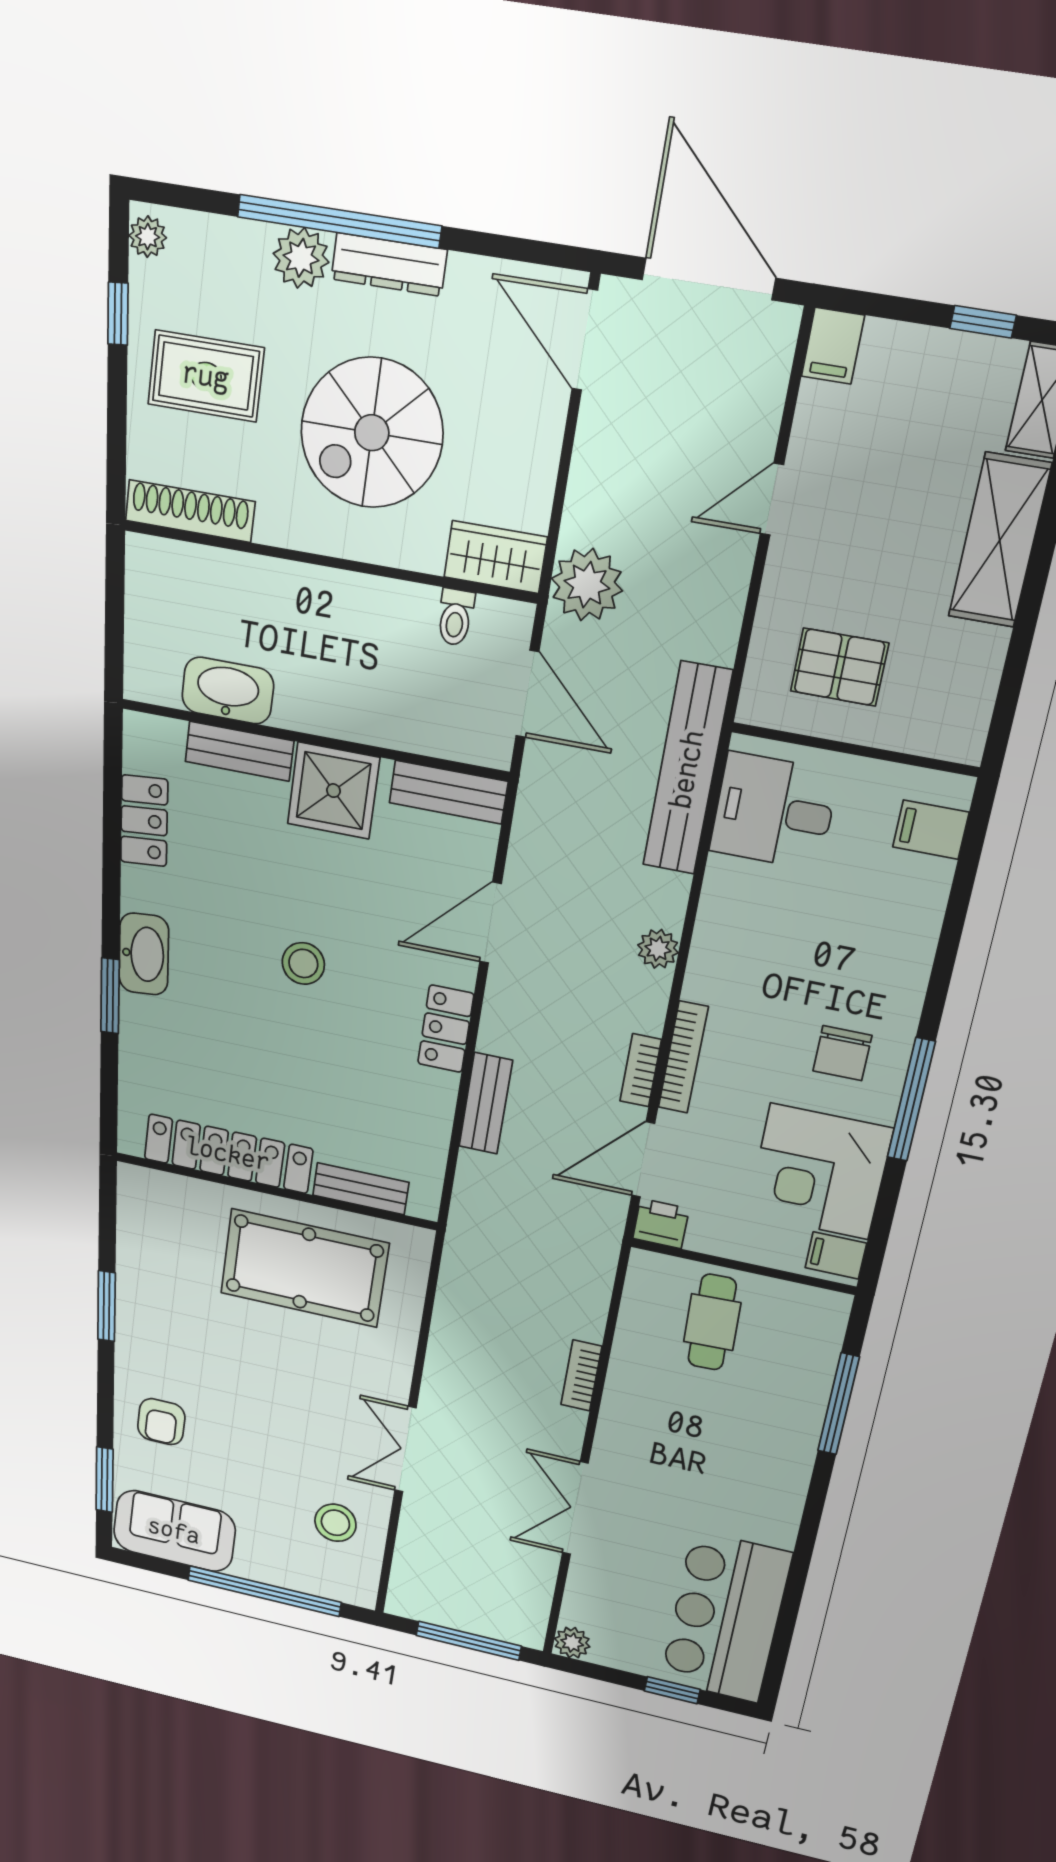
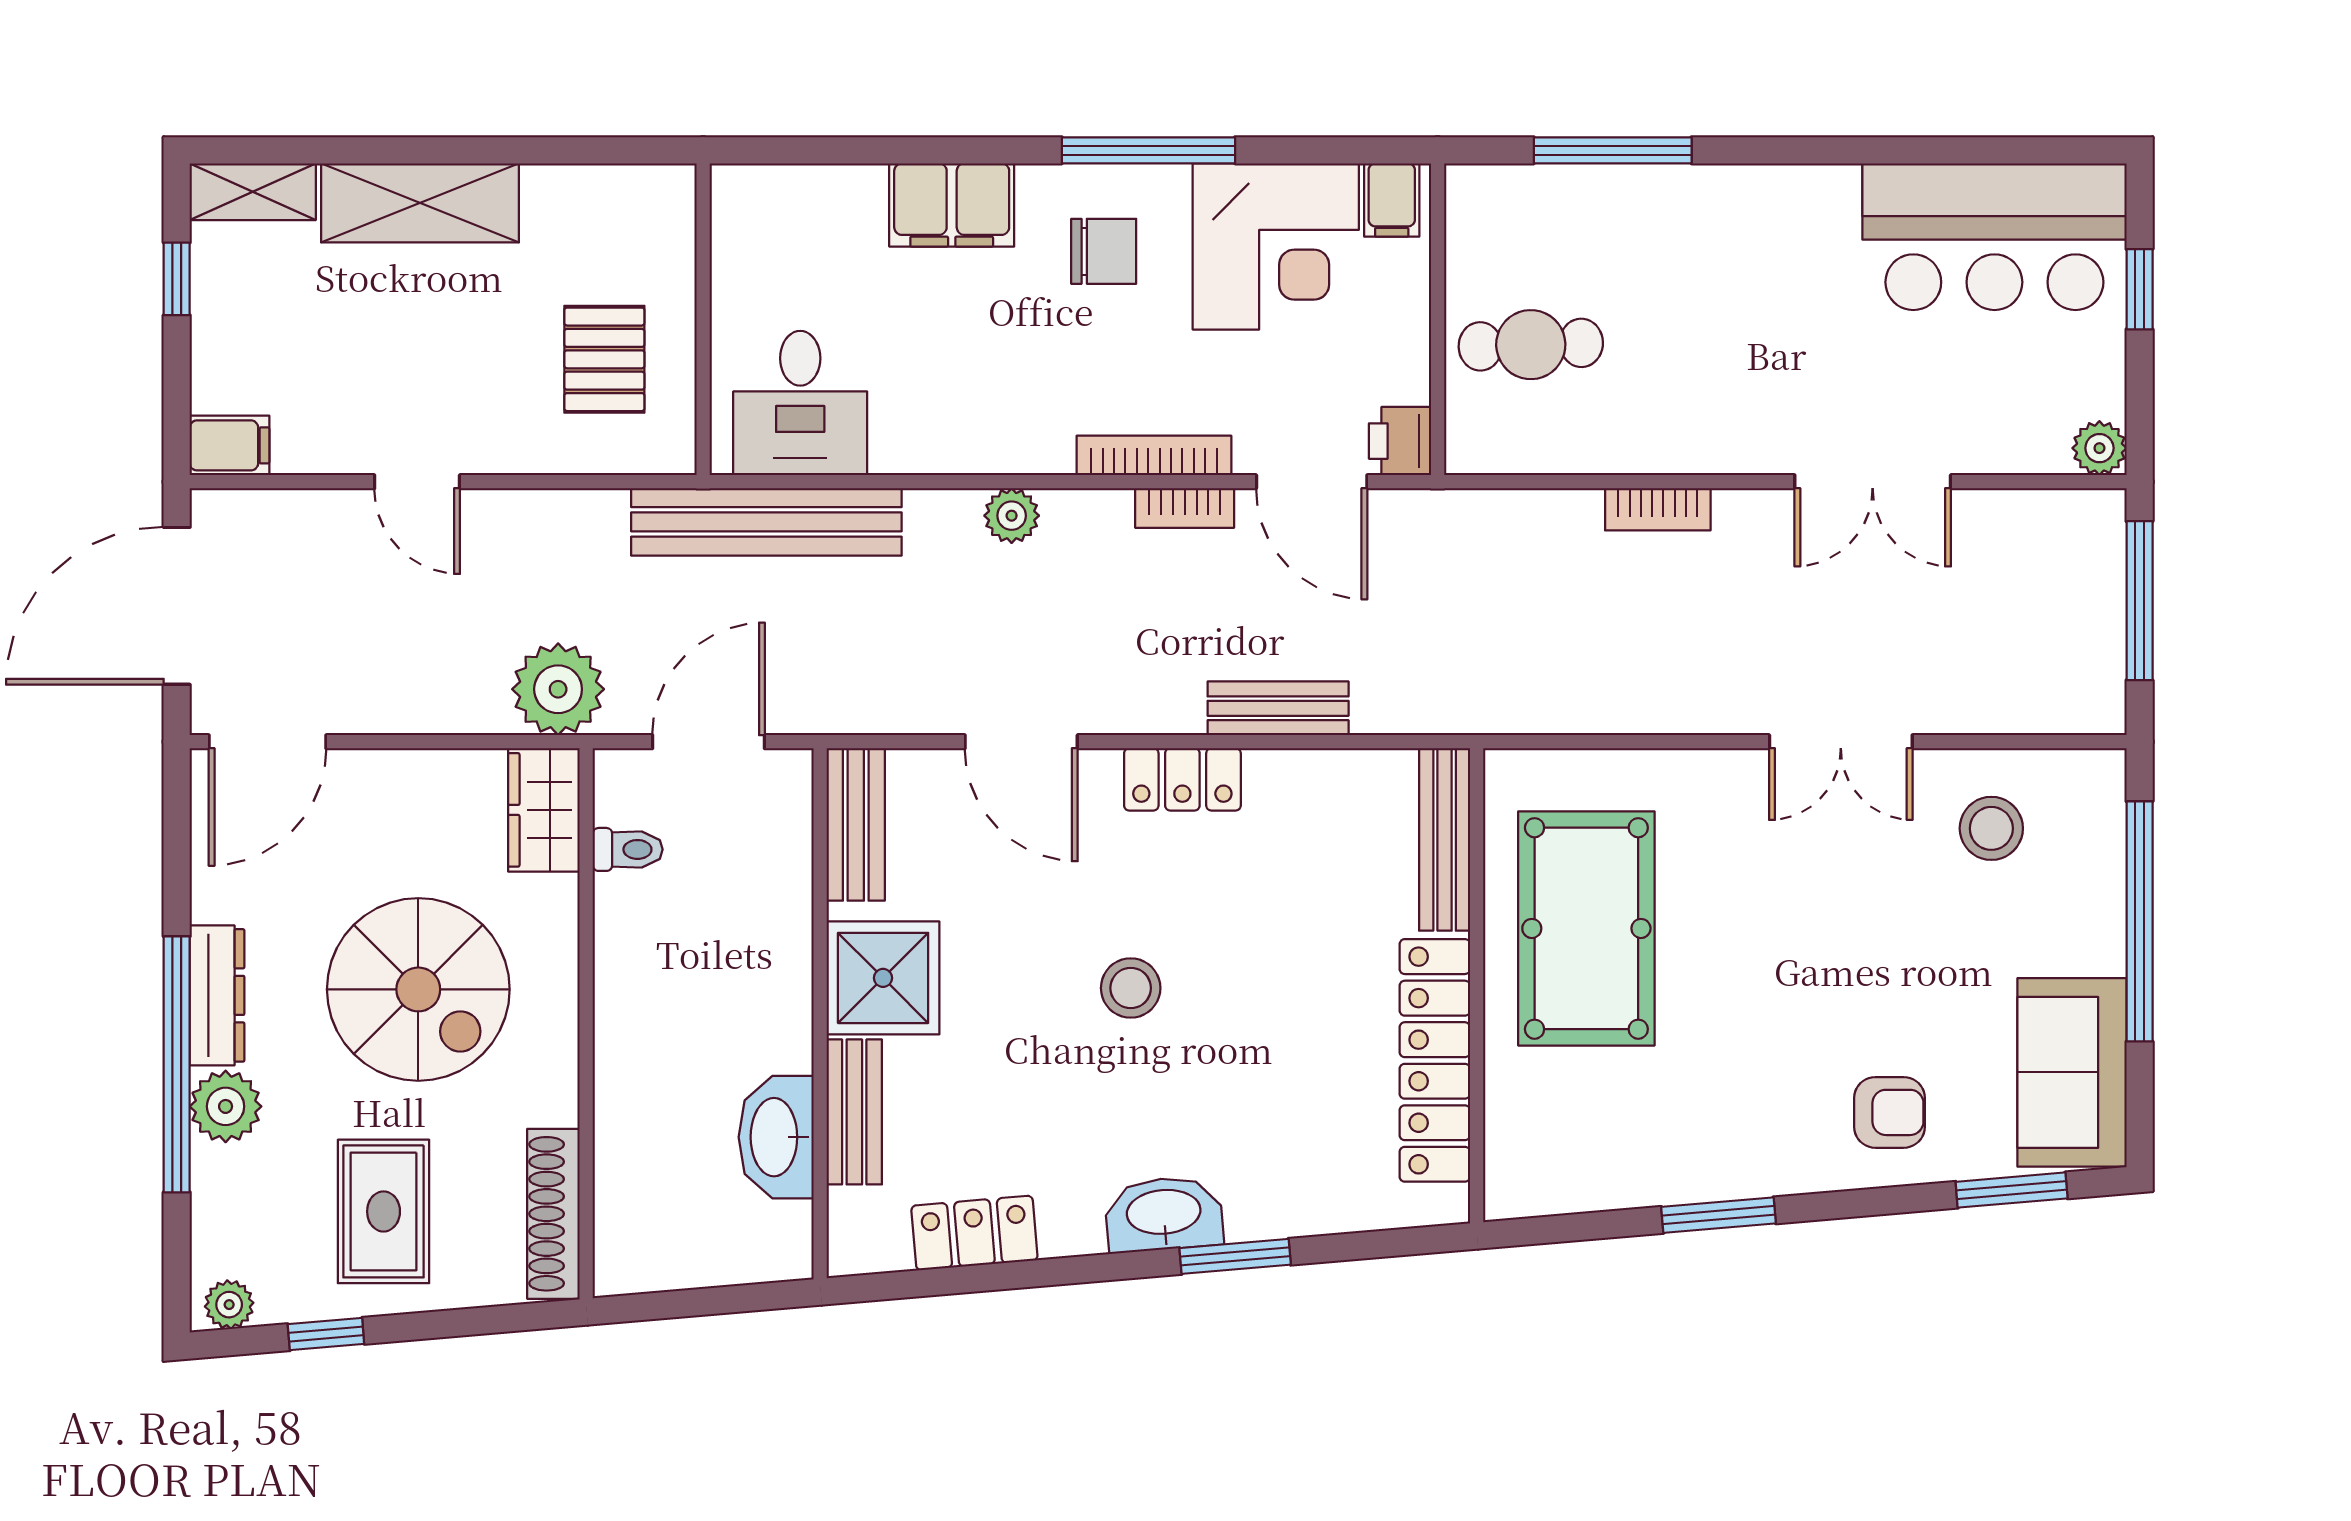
filing cabinet: (931, 830) -> (952, 205), moved, width x2.00
bench: (361, 1189) -> (1445, 839), width x1.36

